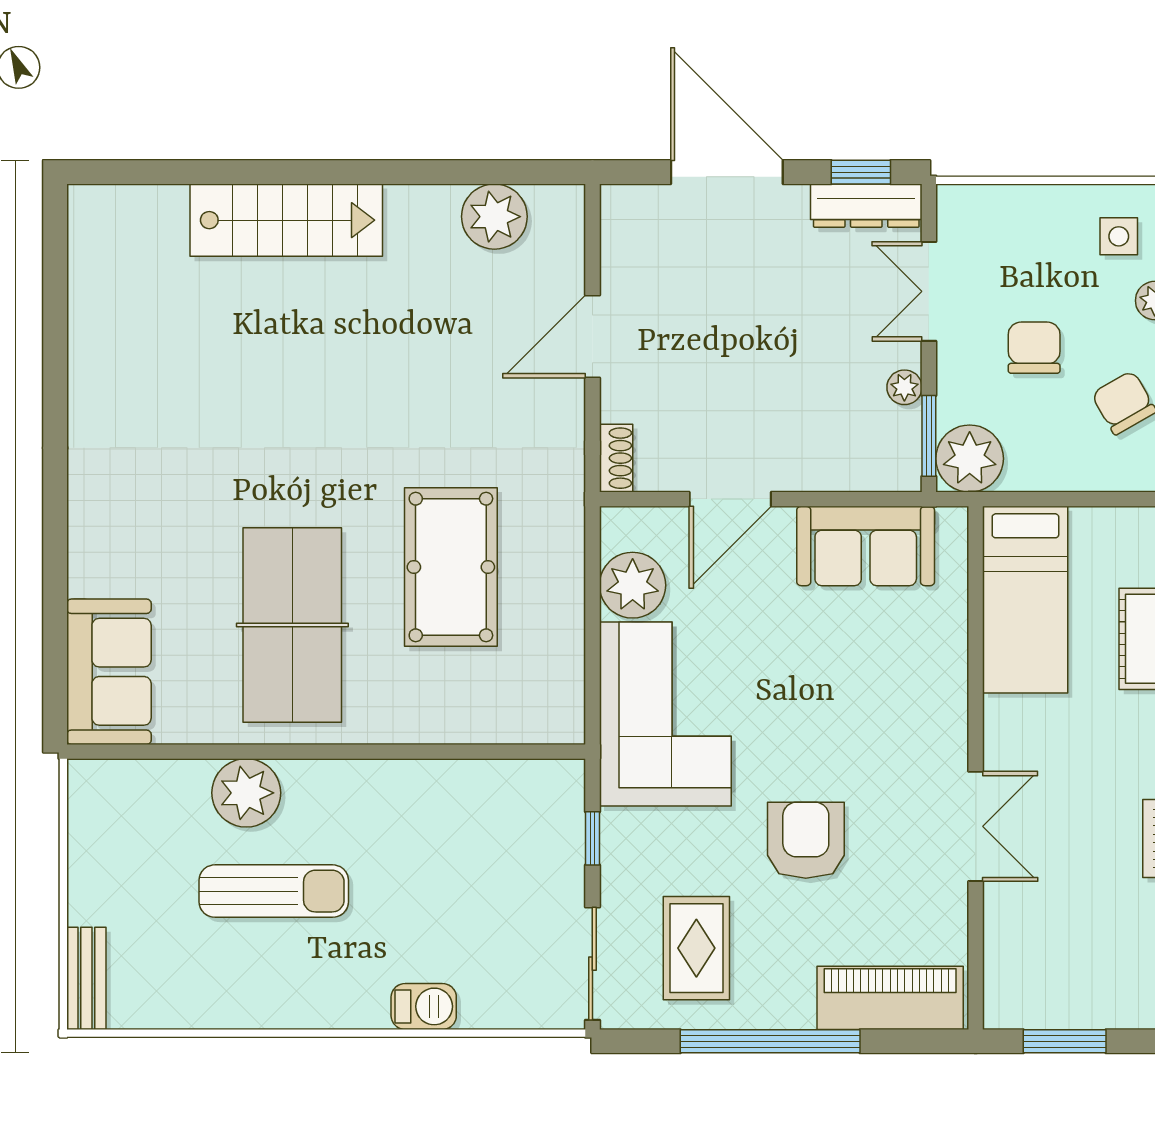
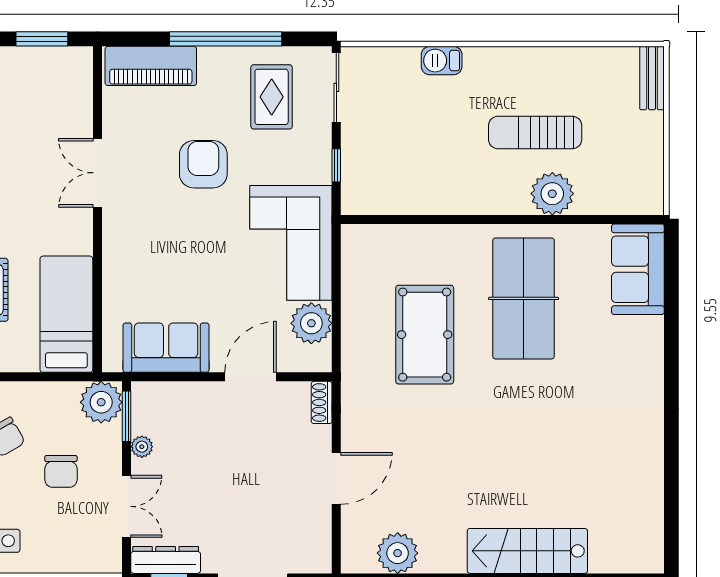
armchair: (806, 840) -> (203, 164), turned 180

